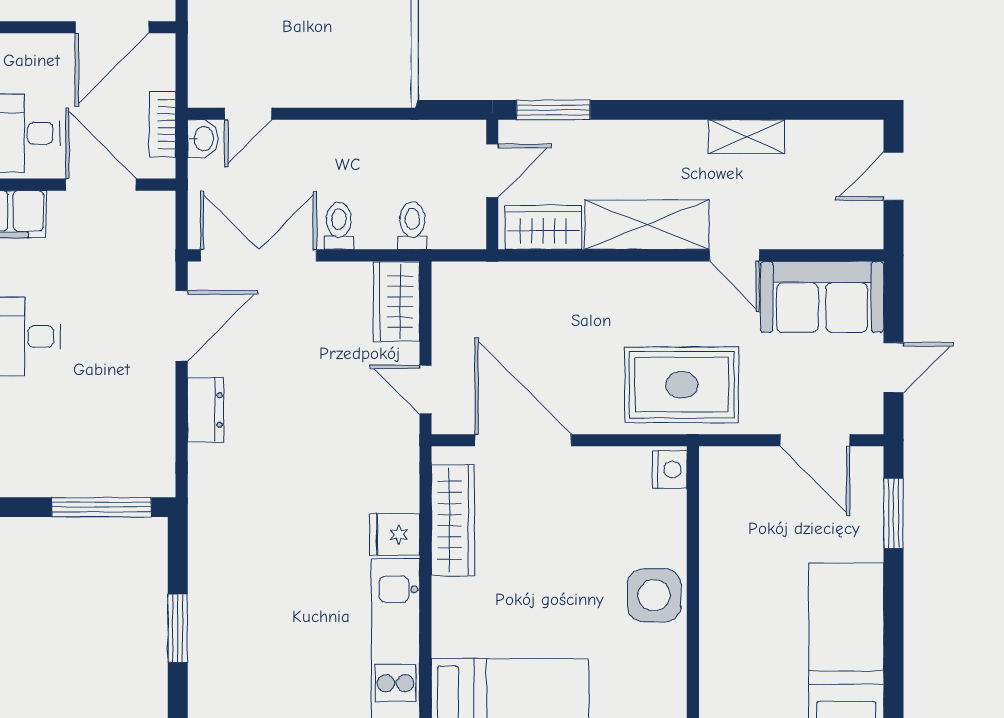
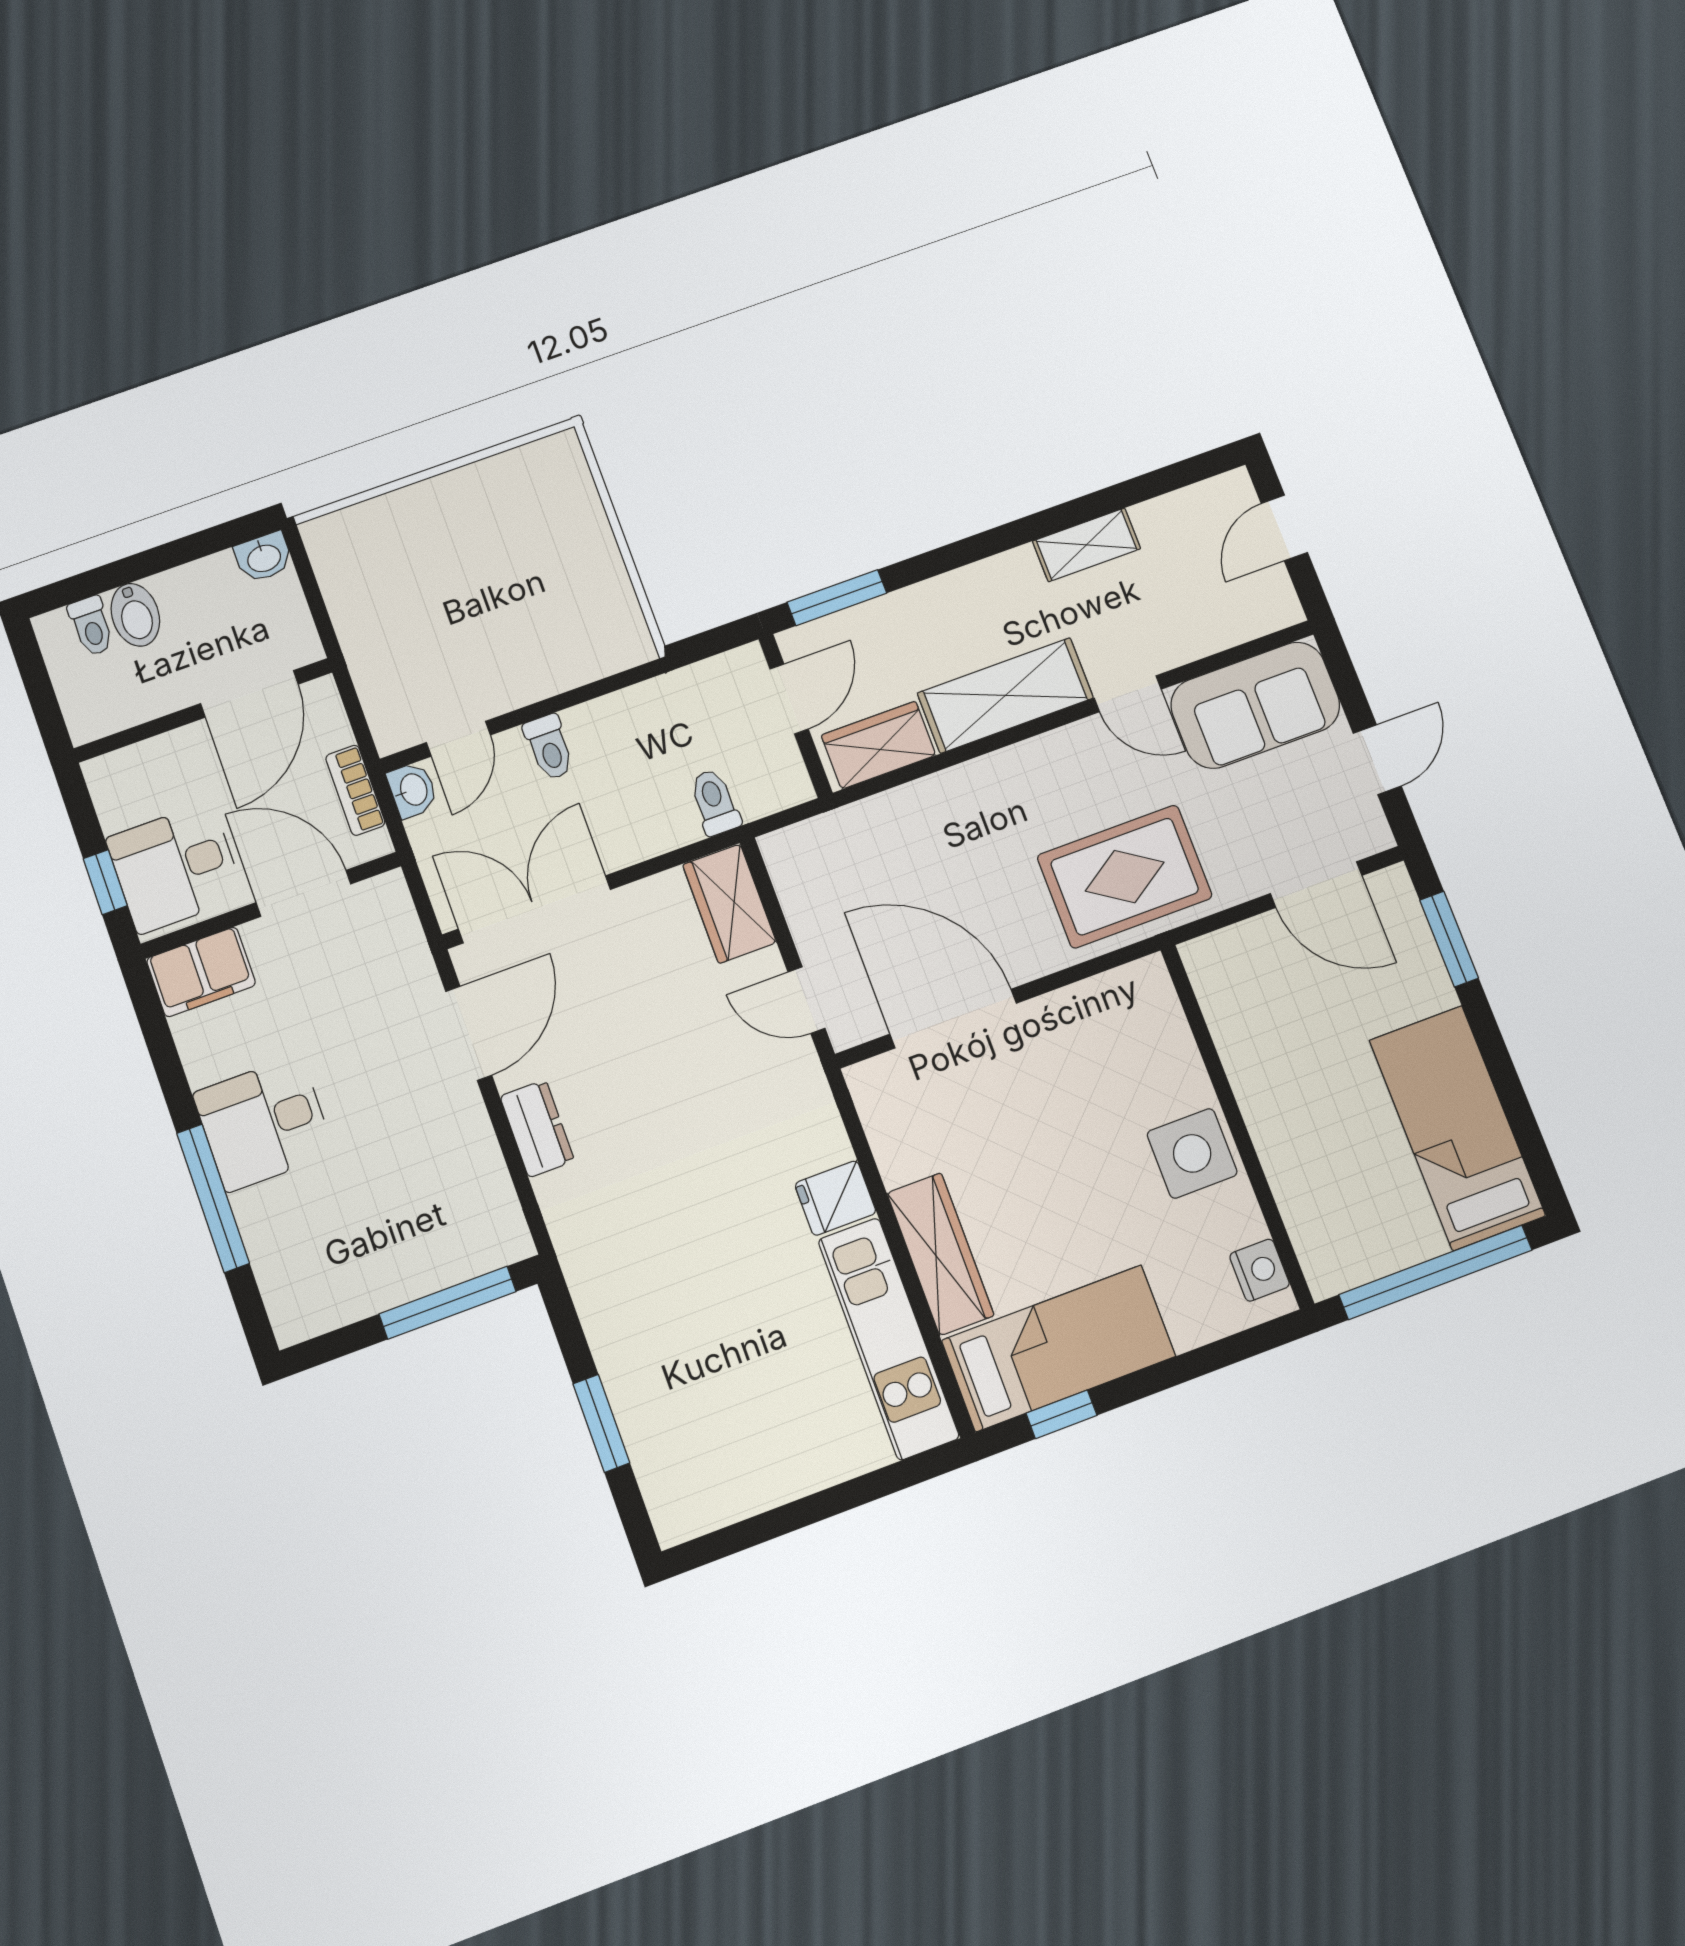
toilet: (339, 226) -> (549, 747), moved, turned 180
nightstand: (670, 470) -> (1260, 1270), moved
wardrobe: (453, 520) -> (940, 1254), moved

